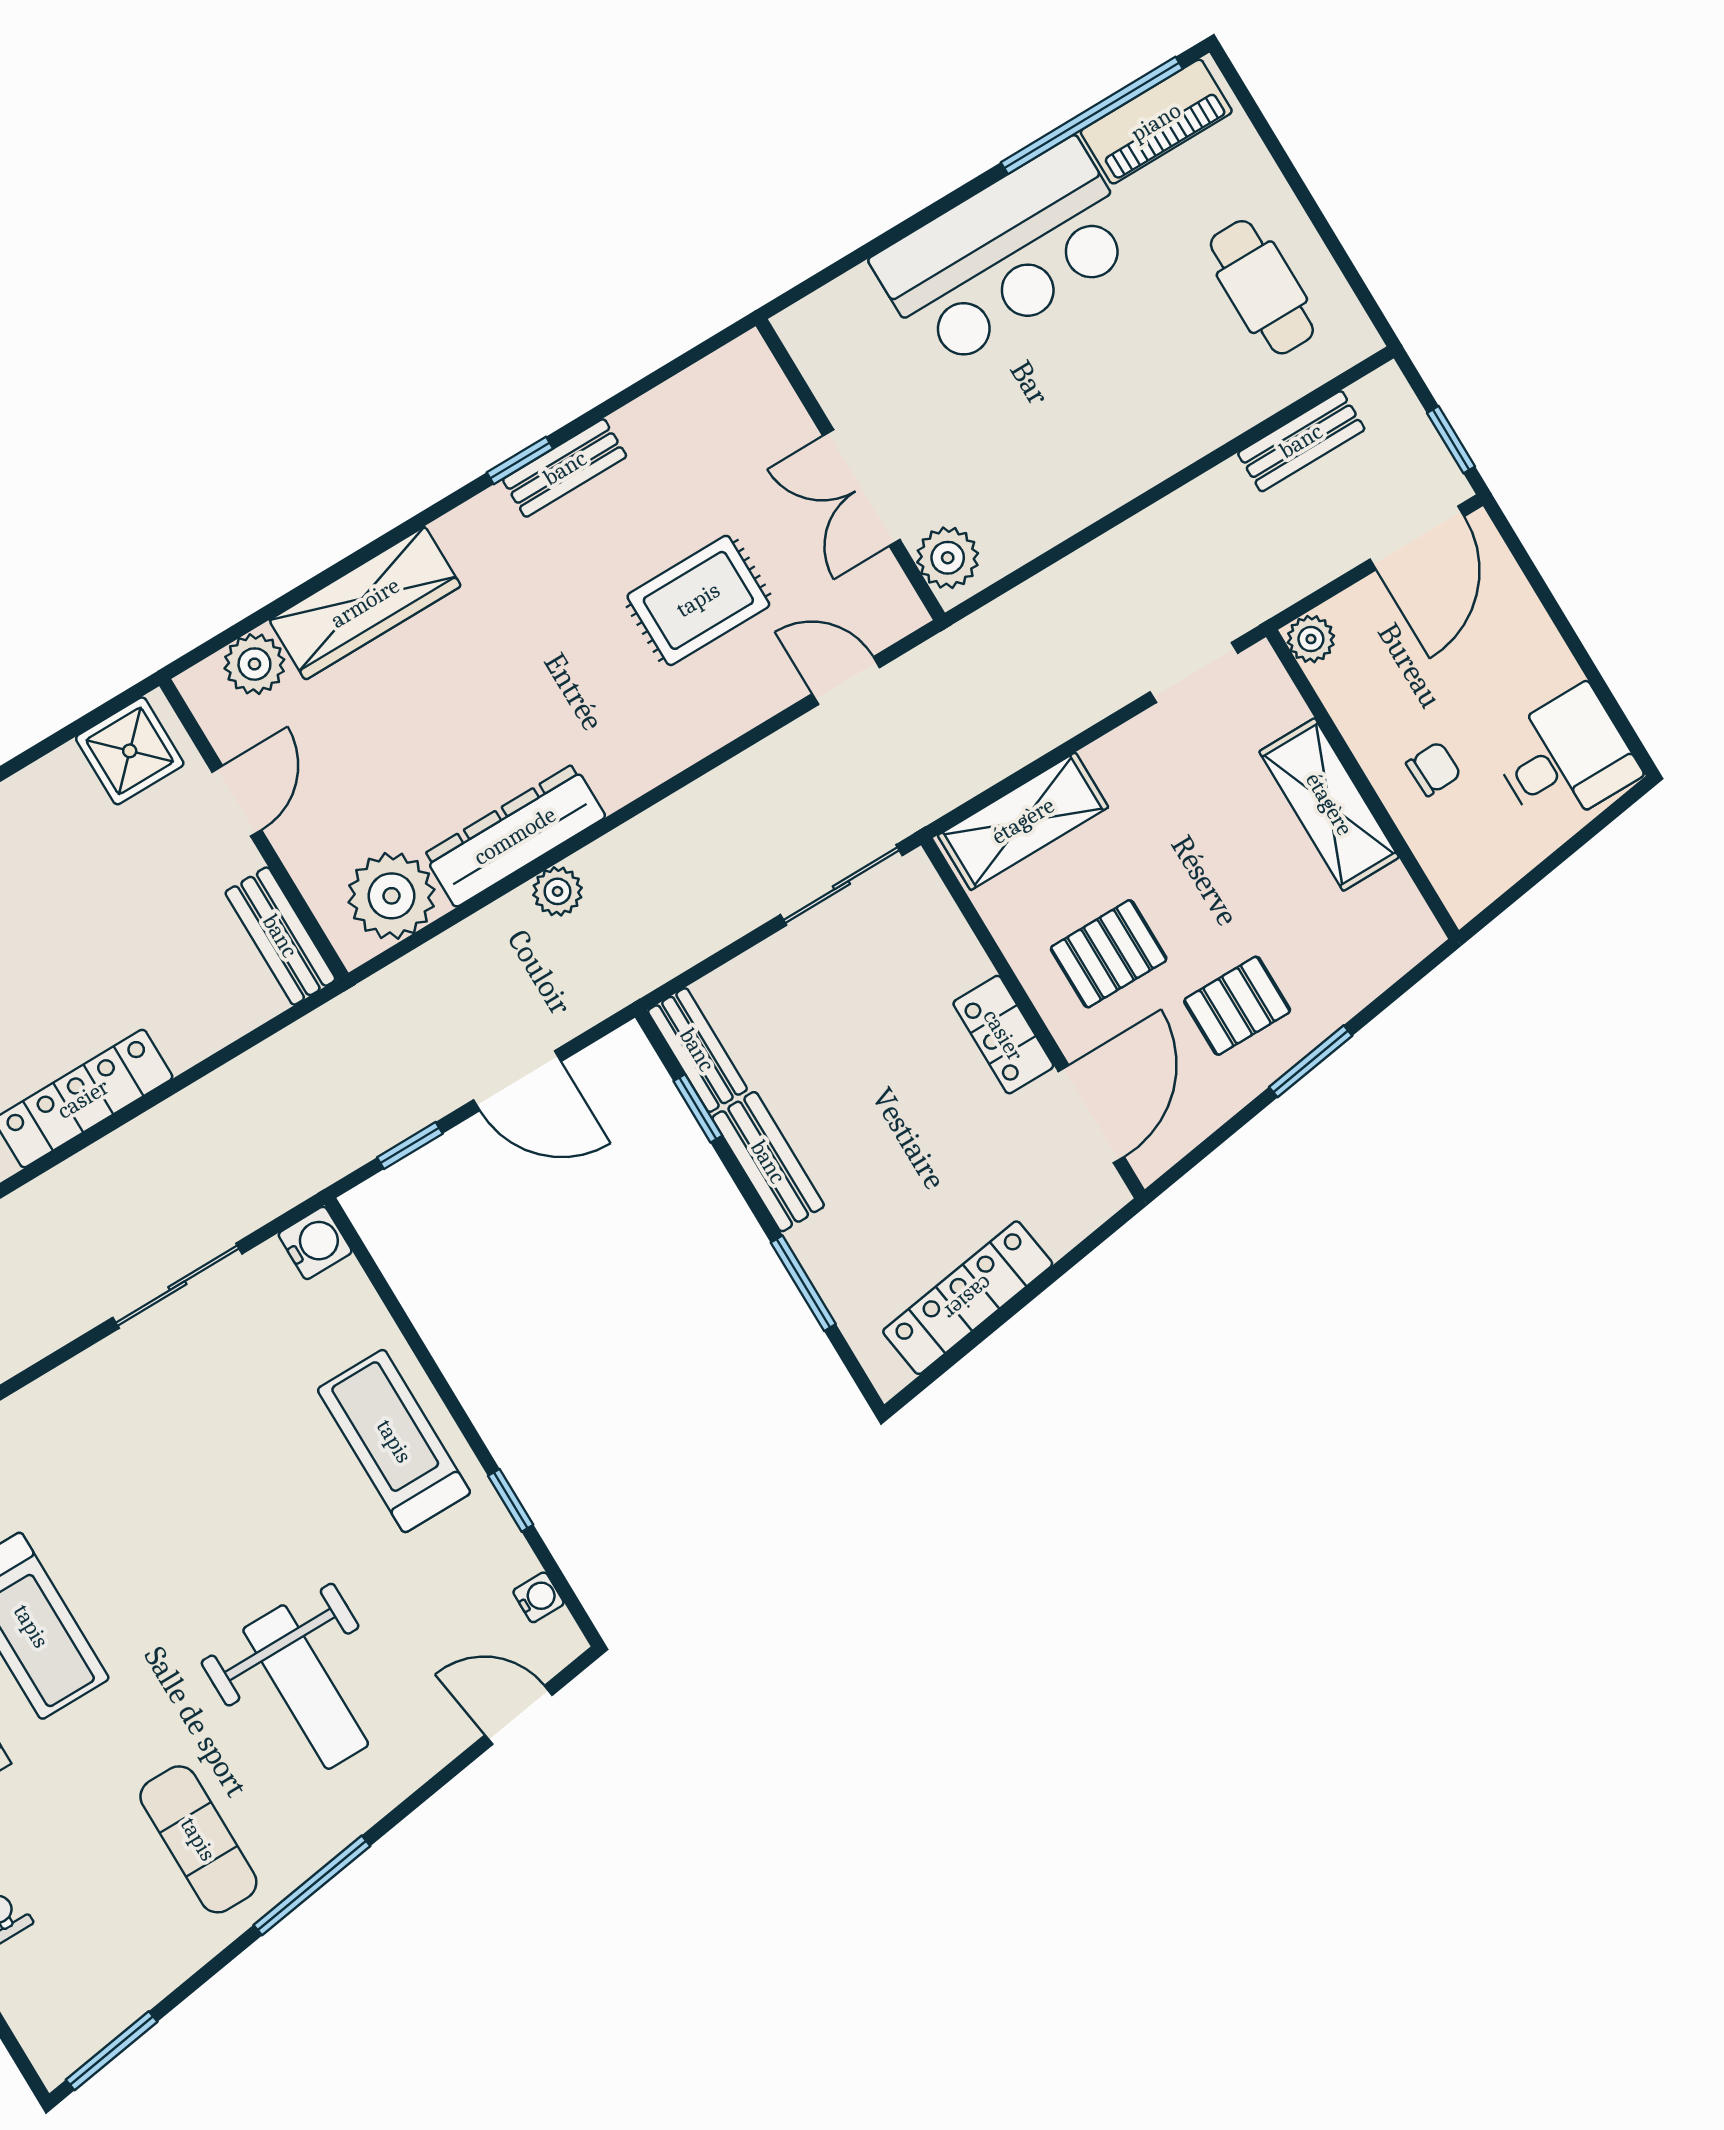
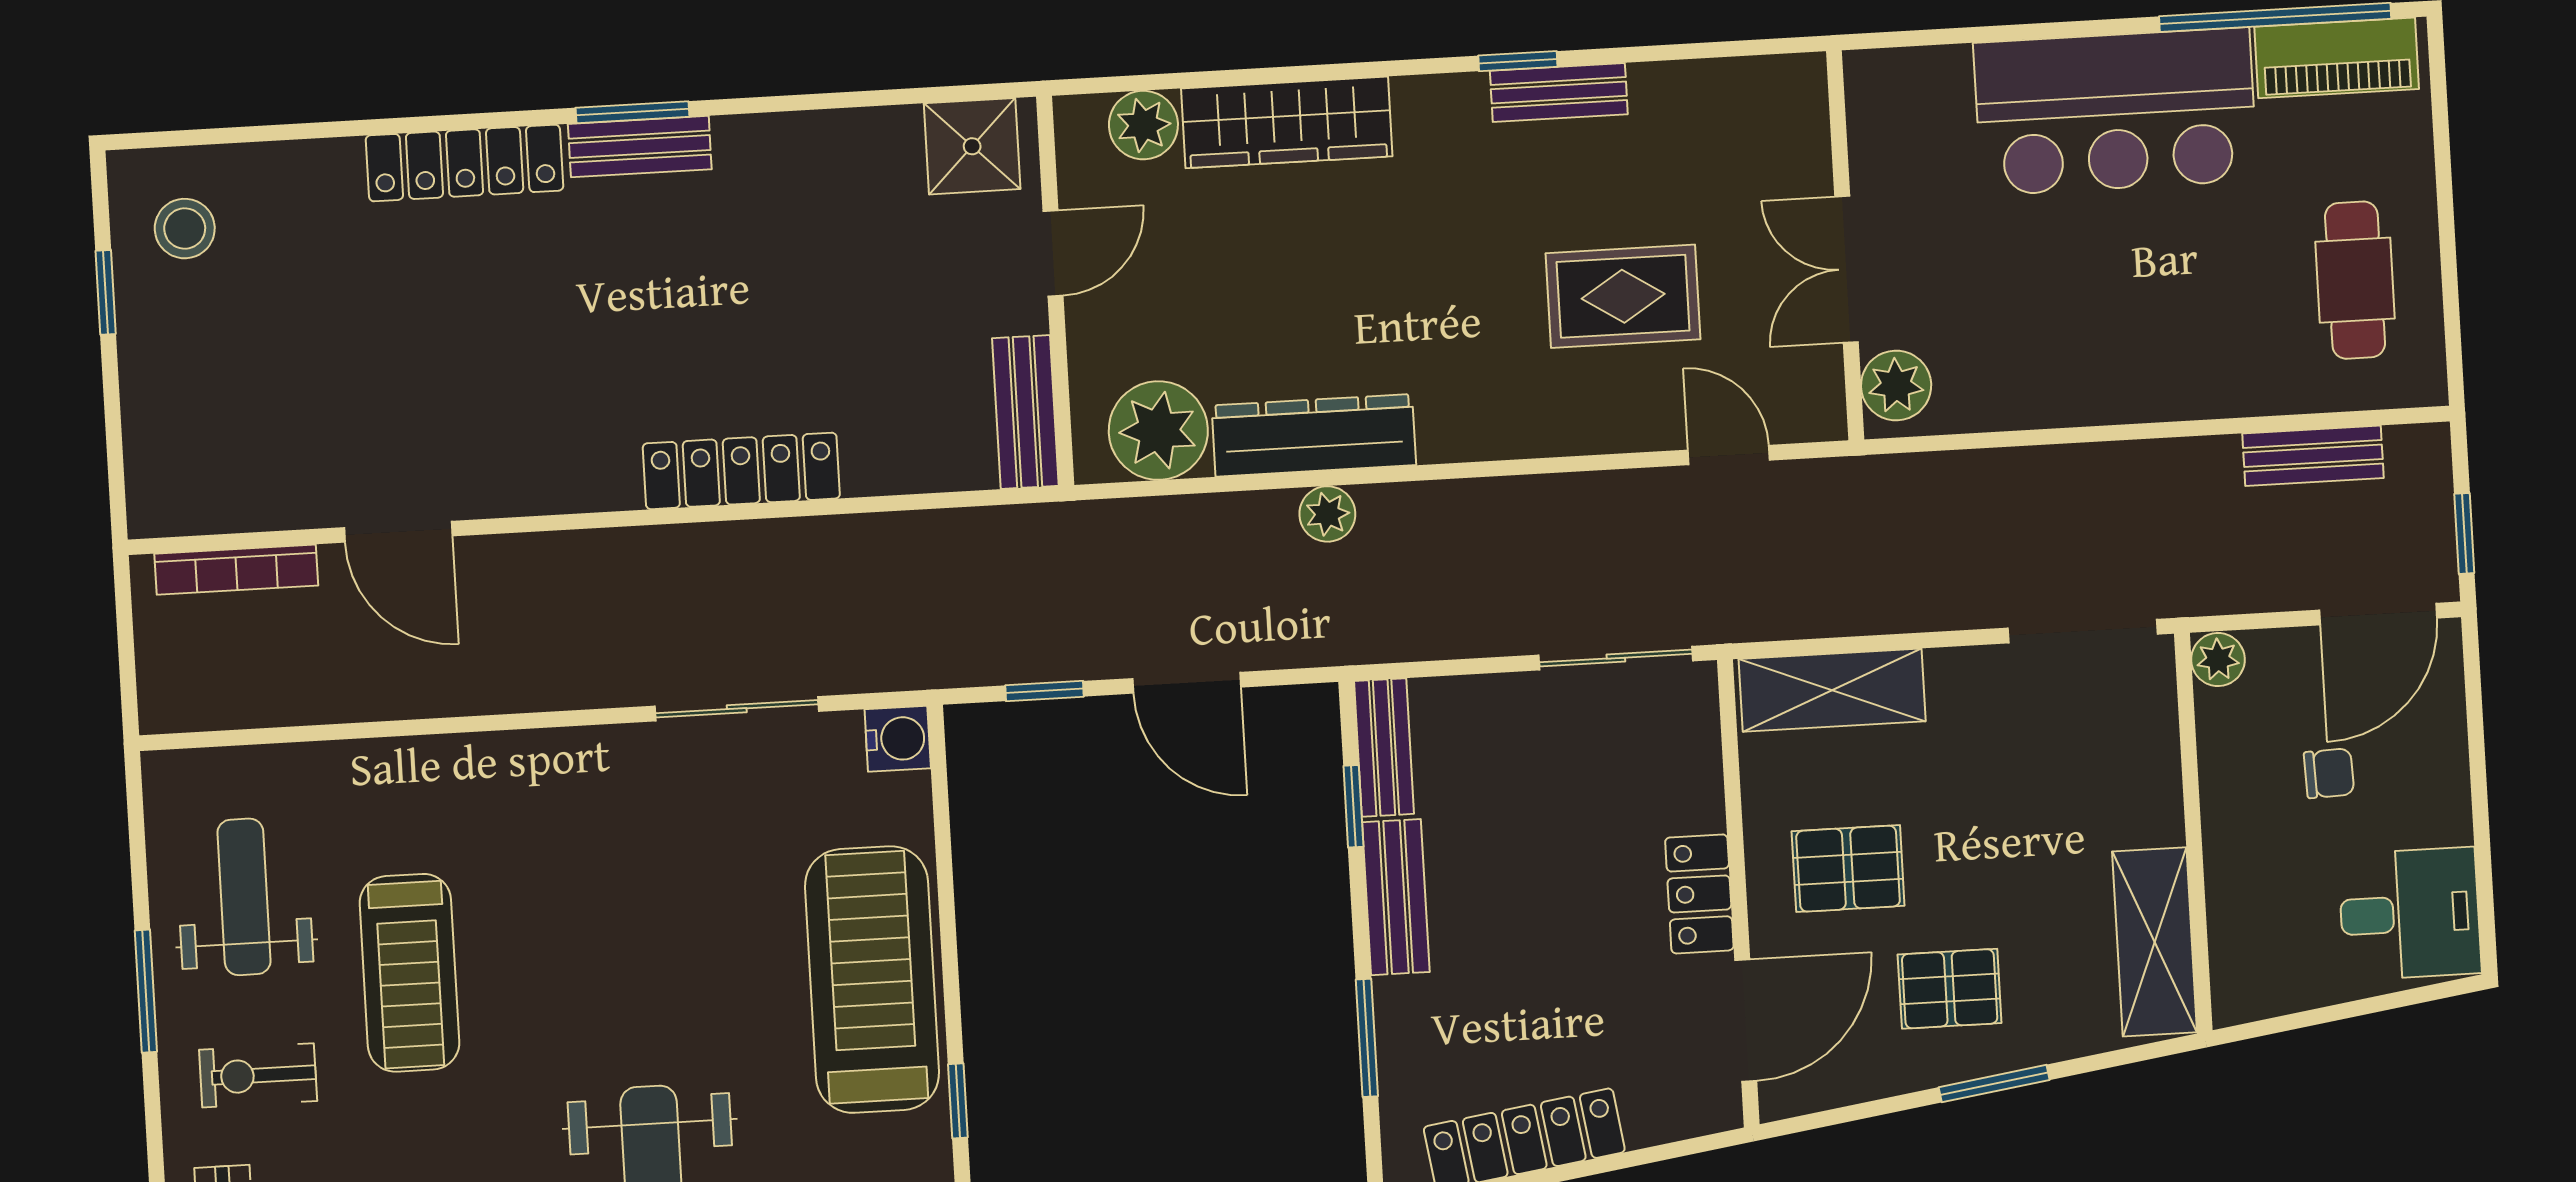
doorway: (1194, 672) -> (2083, 631), width x1.38
chair: (1434, 769) -> (2329, 773), moved
shelving: (1329, 804) -> (2155, 942), moved
treadmill: (394, 1441) -> (872, 980), width x1.37, depth x1.38

